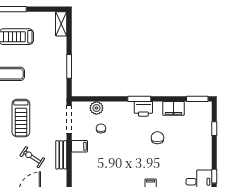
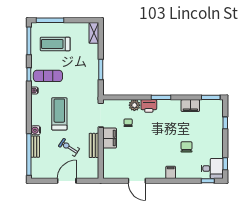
plant: (96, 108) -> (134, 105), moved
printer: (143, 109) -> (149, 106), moved
treadmill: (21, 118) -> (59, 114), turned 180
chair: (157, 138) -> (186, 147), moved
filing cabinet: (79, 146) -> (110, 138), width x2.00

